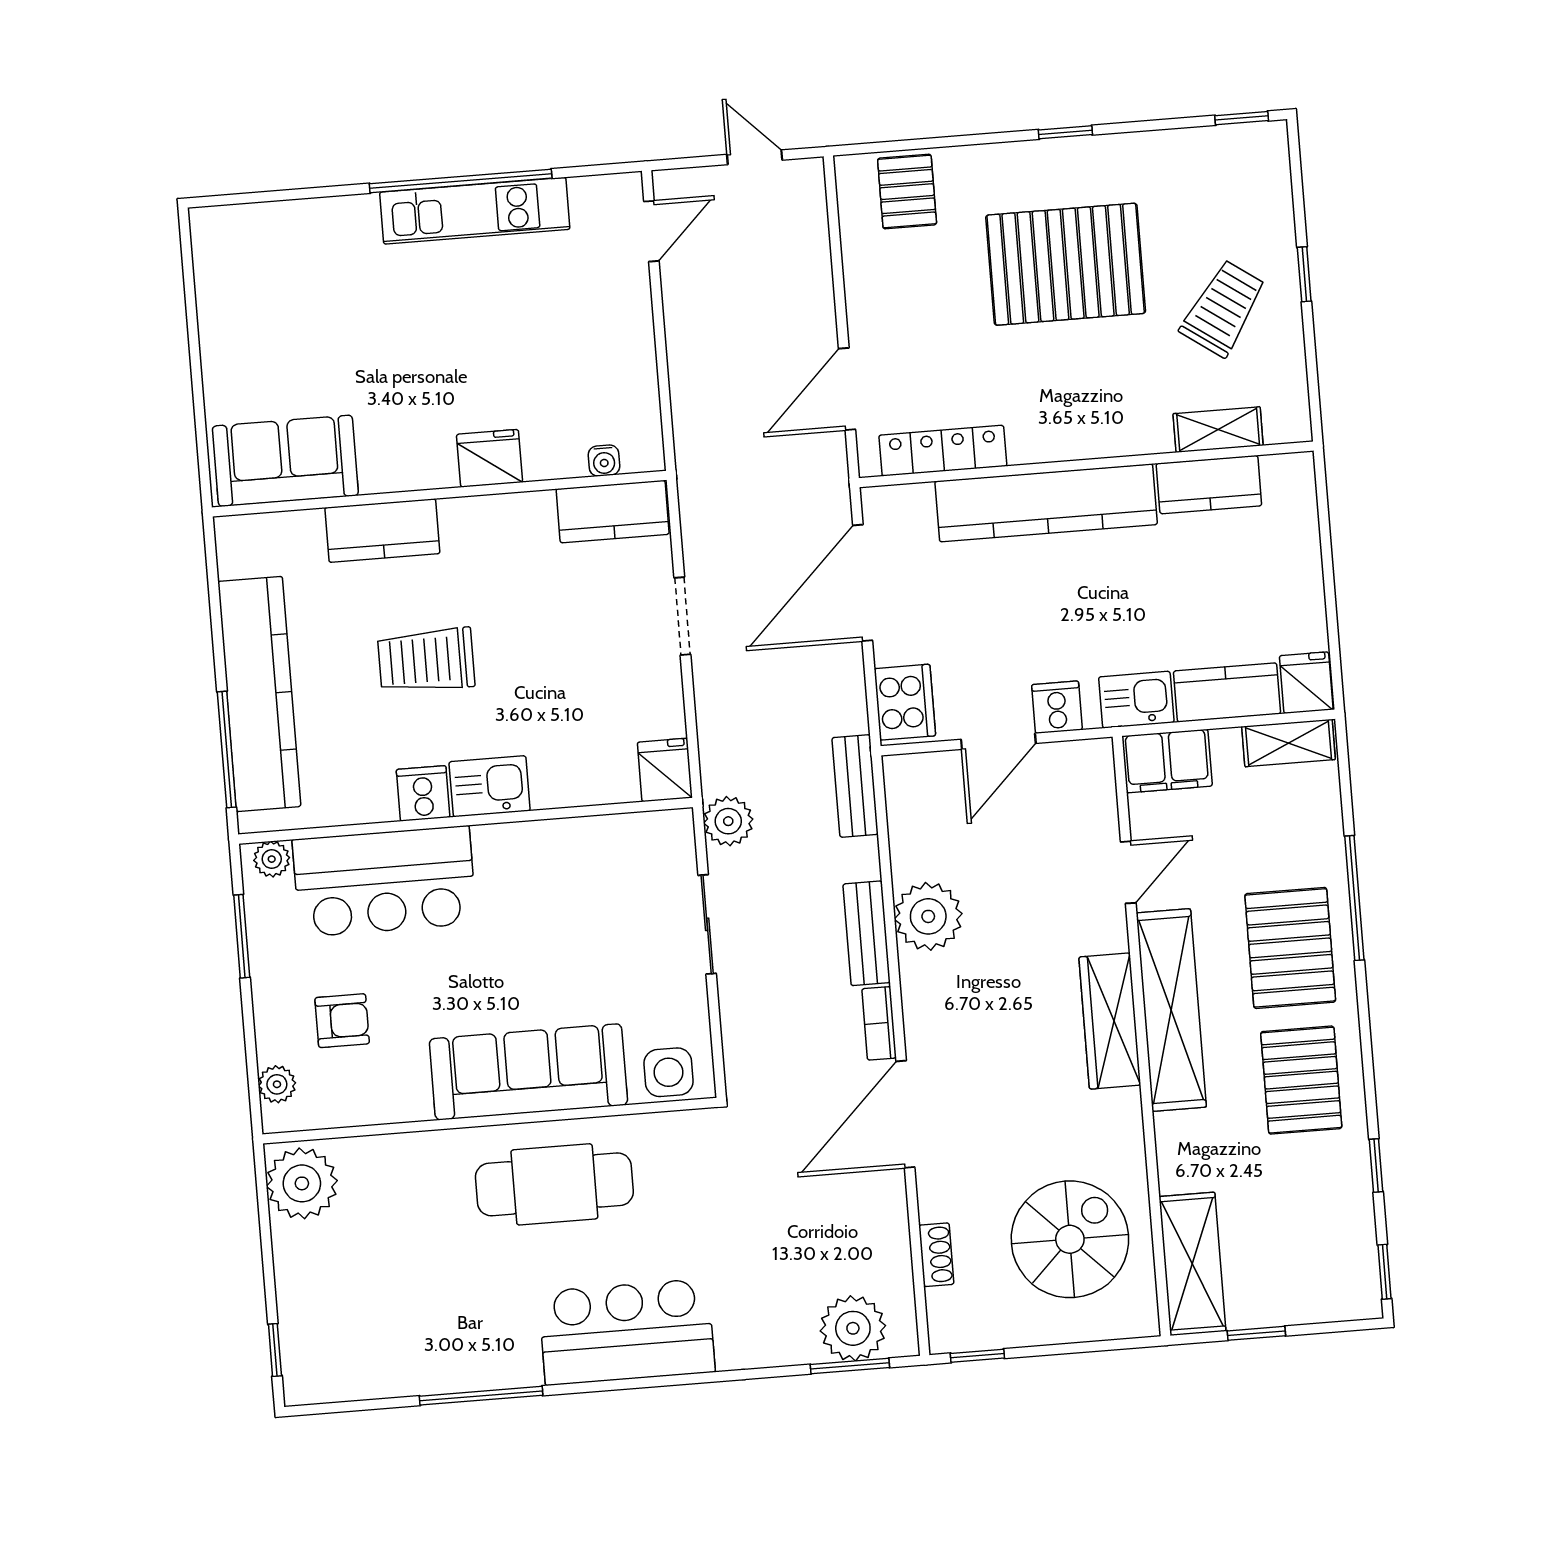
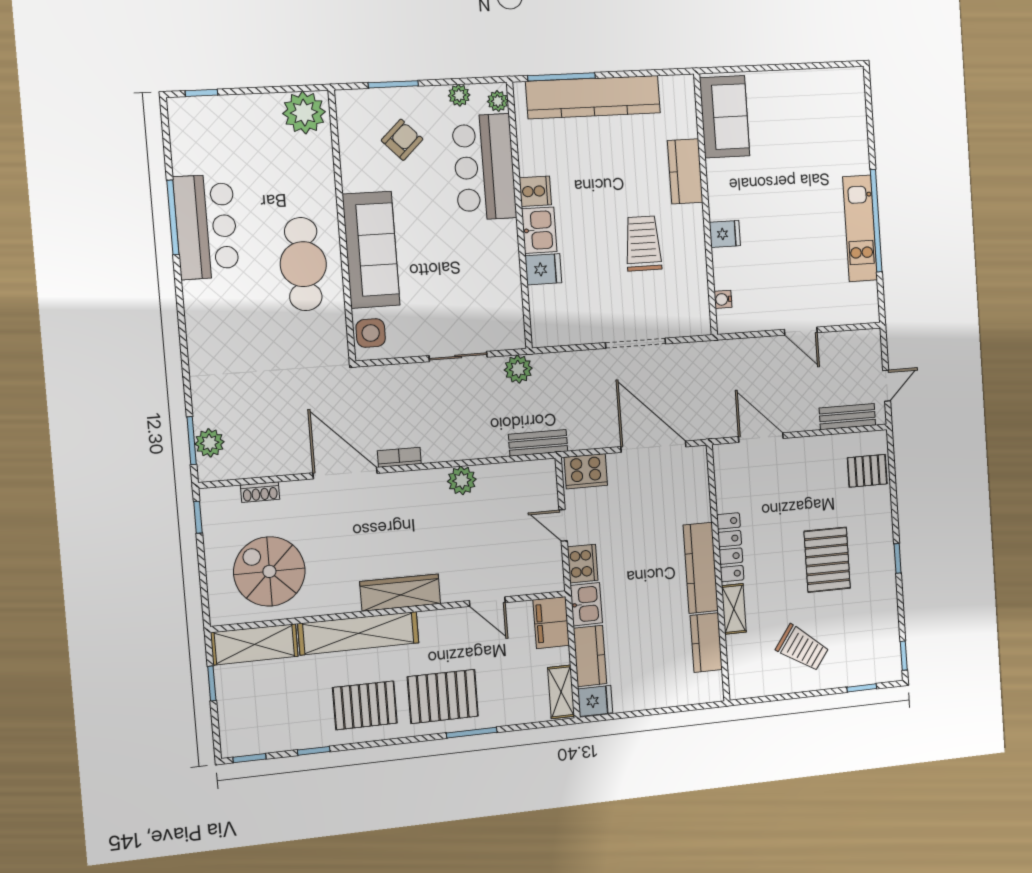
door: (651, 231) -> (801, 331), moved
pallet: (1066, 264) -> (827, 560), width x0.73, depth x0.71
window: (1304, 274) -> (862, 688), moved
shelving: (1218, 430) -> (734, 609), moved
locker: (943, 451) -> (730, 547), moved
fridge: (490, 458) -> (725, 234), width x0.72
kitchen counter: (1046, 503) -> (701, 568), width x0.72, depth x0.86
kitchen counter: (613, 512) -> (695, 304), removed
doorway: (682, 616) -> (636, 343), width x1.38
trolley: (426, 660) -> (643, 244), moved
cooker: (1057, 707) -> (583, 564), width x1.36
door: (998, 741) -> (563, 525), width x0.73
fridge: (665, 770) -> (543, 269), moved
window: (1354, 898) -> (472, 733), width x0.69
plant: (928, 916) -> (462, 480), width x0.73, depth x0.73
bench: (867, 933) -> (847, 417), moved
window: (242, 936) -> (393, 84), moved
shelving: (1171, 1010) -> (358, 633), moved
armchair: (342, 1021) -> (402, 140), turned -134
plant: (277, 1084) -> (459, 95), moved
spiral stairs: (1070, 1239) -> (269, 571), turned 180
plant: (853, 1328) -> (210, 443), width x0.73, depth x0.73
bar counter: (627, 1332) -> (206, 227), moved

